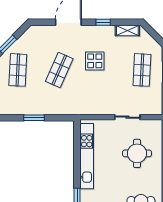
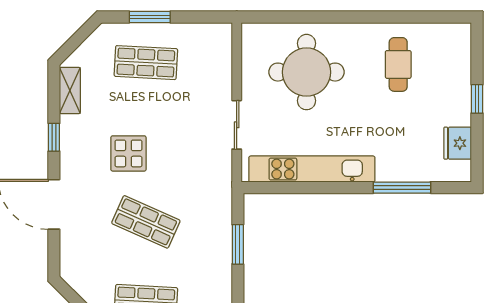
sliding door: (127, 117) -> (237, 125), moved
window: (34, 118) -> (238, 244), moved
round table: (137, 153) -> (306, 72), width x1.36, depth x1.36

